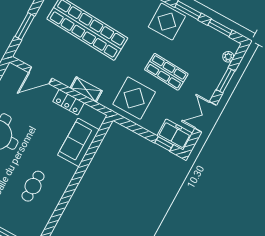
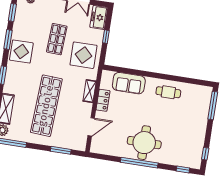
door: (40, 75) -> (91, 127), hinge flipped
window: (164, 144) -> (106, 37), moved
cafe table: (33, 186) -> (168, 92), moved

